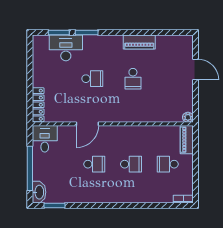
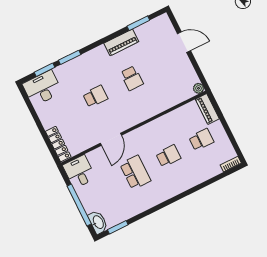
window: (163, 32) -> (138, 23), added
desk: (66, 48) -> (42, 88), moved
school desk: (94, 164) -> (135, 172), width x1.85
school desk: (168, 164) -> (201, 140), turned 180

